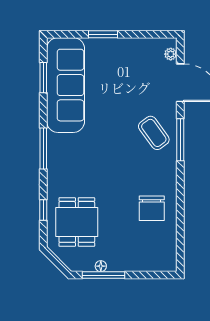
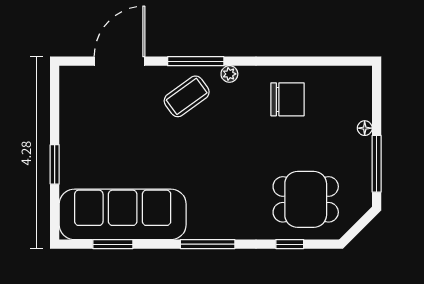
plant: (171, 54) -> (229, 74), moved
floor lamp: (101, 266) -> (365, 128), moved

